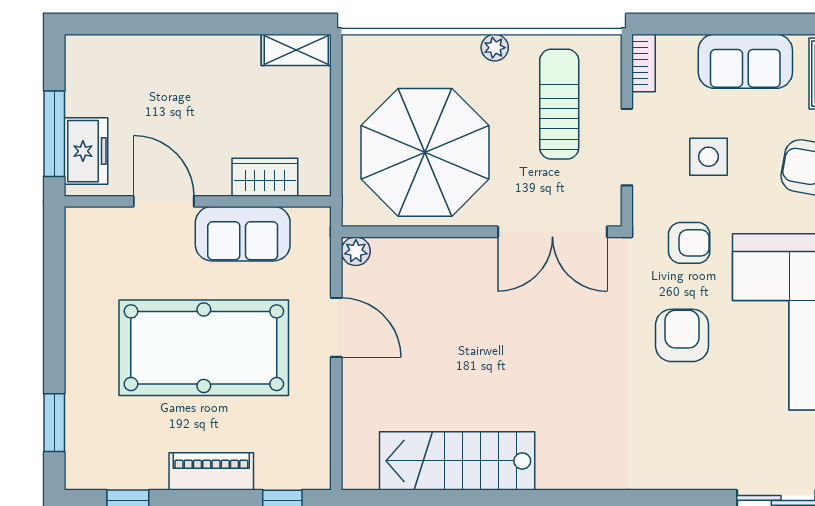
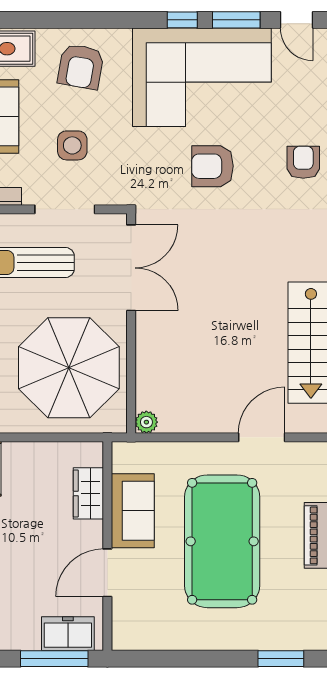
armchair: (689, 243) -> (303, 162), moved
door: (336, 327) -> (262, 437), moved

